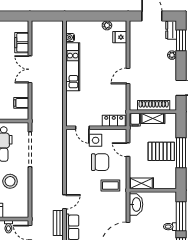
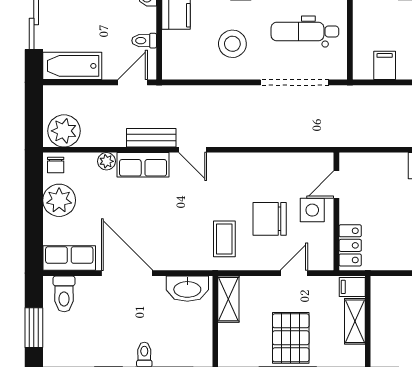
shoe rack: (154, 105) -> (380, 323), removed
chair: (100, 162) -> (270, 219), turned 90

